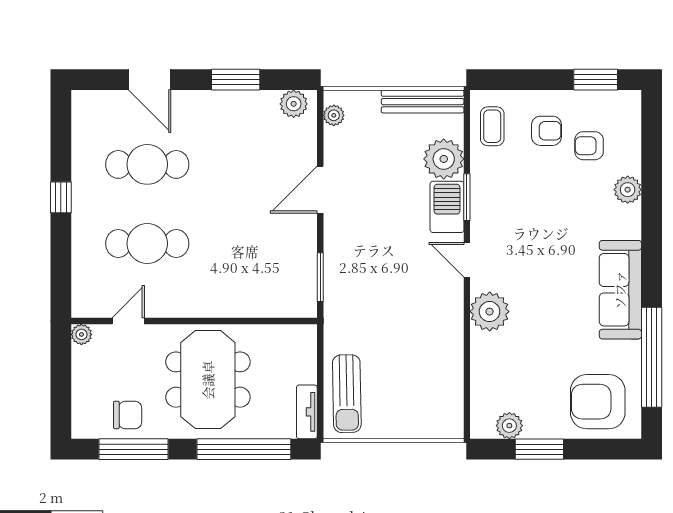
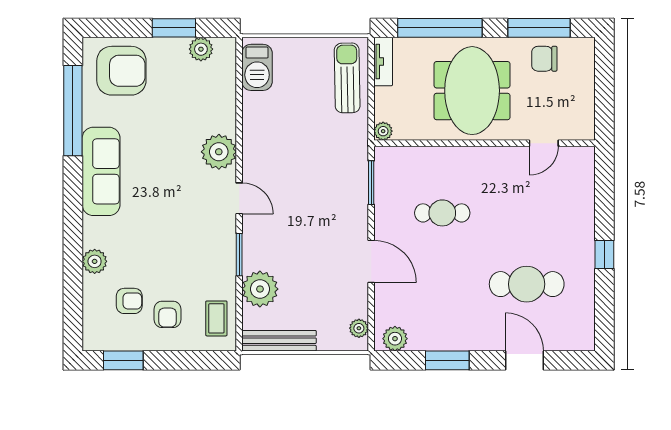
armchair: (547, 131) -> (168, 314), turned -90
door: (320, 190) -> (371, 261), hinge flipped
barbecue: (447, 207) -> (257, 67), moved
cafe table: (147, 244) -> (442, 213), moved, width x0.73, depth x0.74
plant: (81, 334) -> (383, 131), moved

